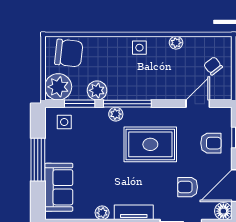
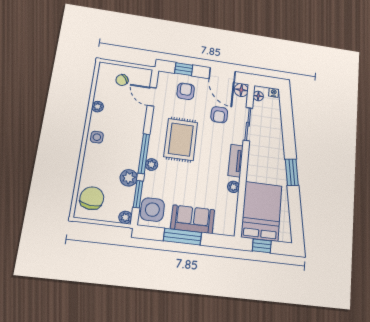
plant: (58, 87) -> (125, 217), width x0.53, depth x0.53
side table: (64, 122) -> (152, 210), width x1.87, depth x1.87
sofa: (59, 187) -> (193, 219), moved

